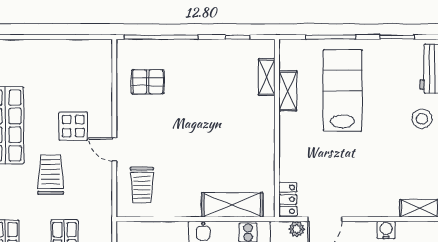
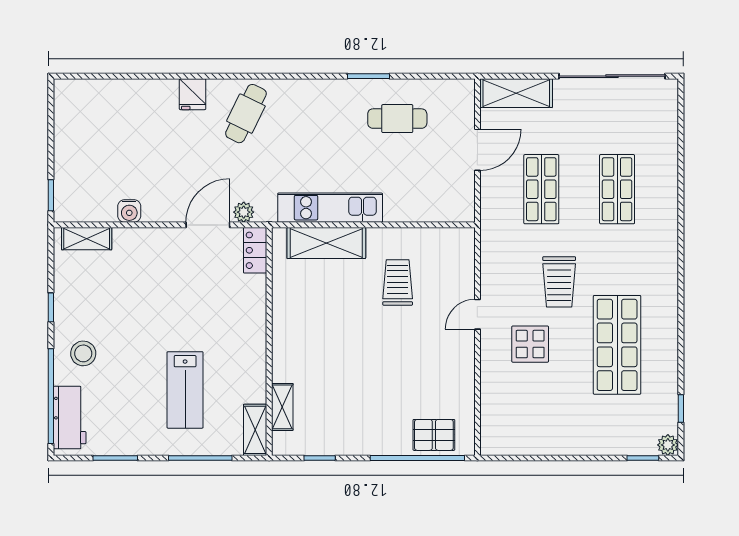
pallet: (148, 82) -> (434, 435), moved
lab bench: (343, 90) -> (185, 390), width x0.73, depth x0.72
shelving: (288, 91) -> (255, 430), moved
door: (114, 149) -> (477, 314), swing flipped
trolley: (142, 185) -> (398, 282), moved

